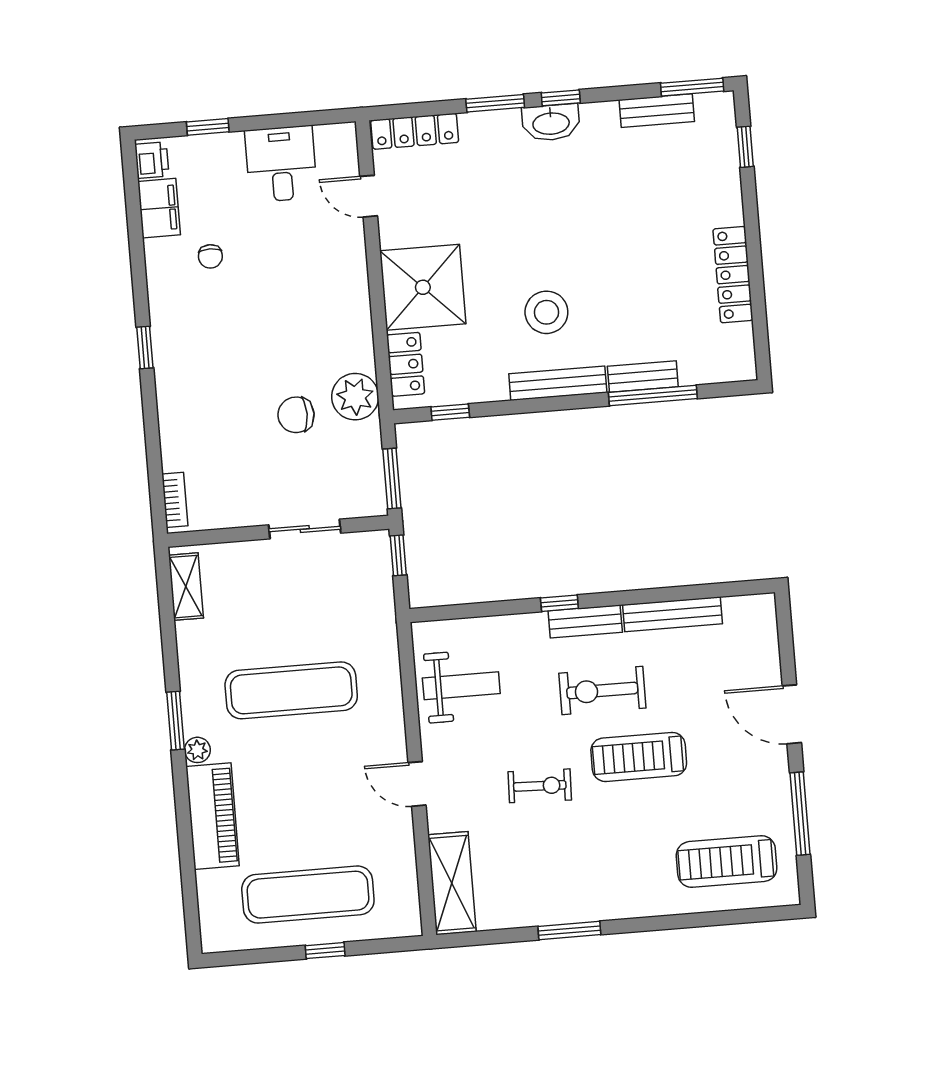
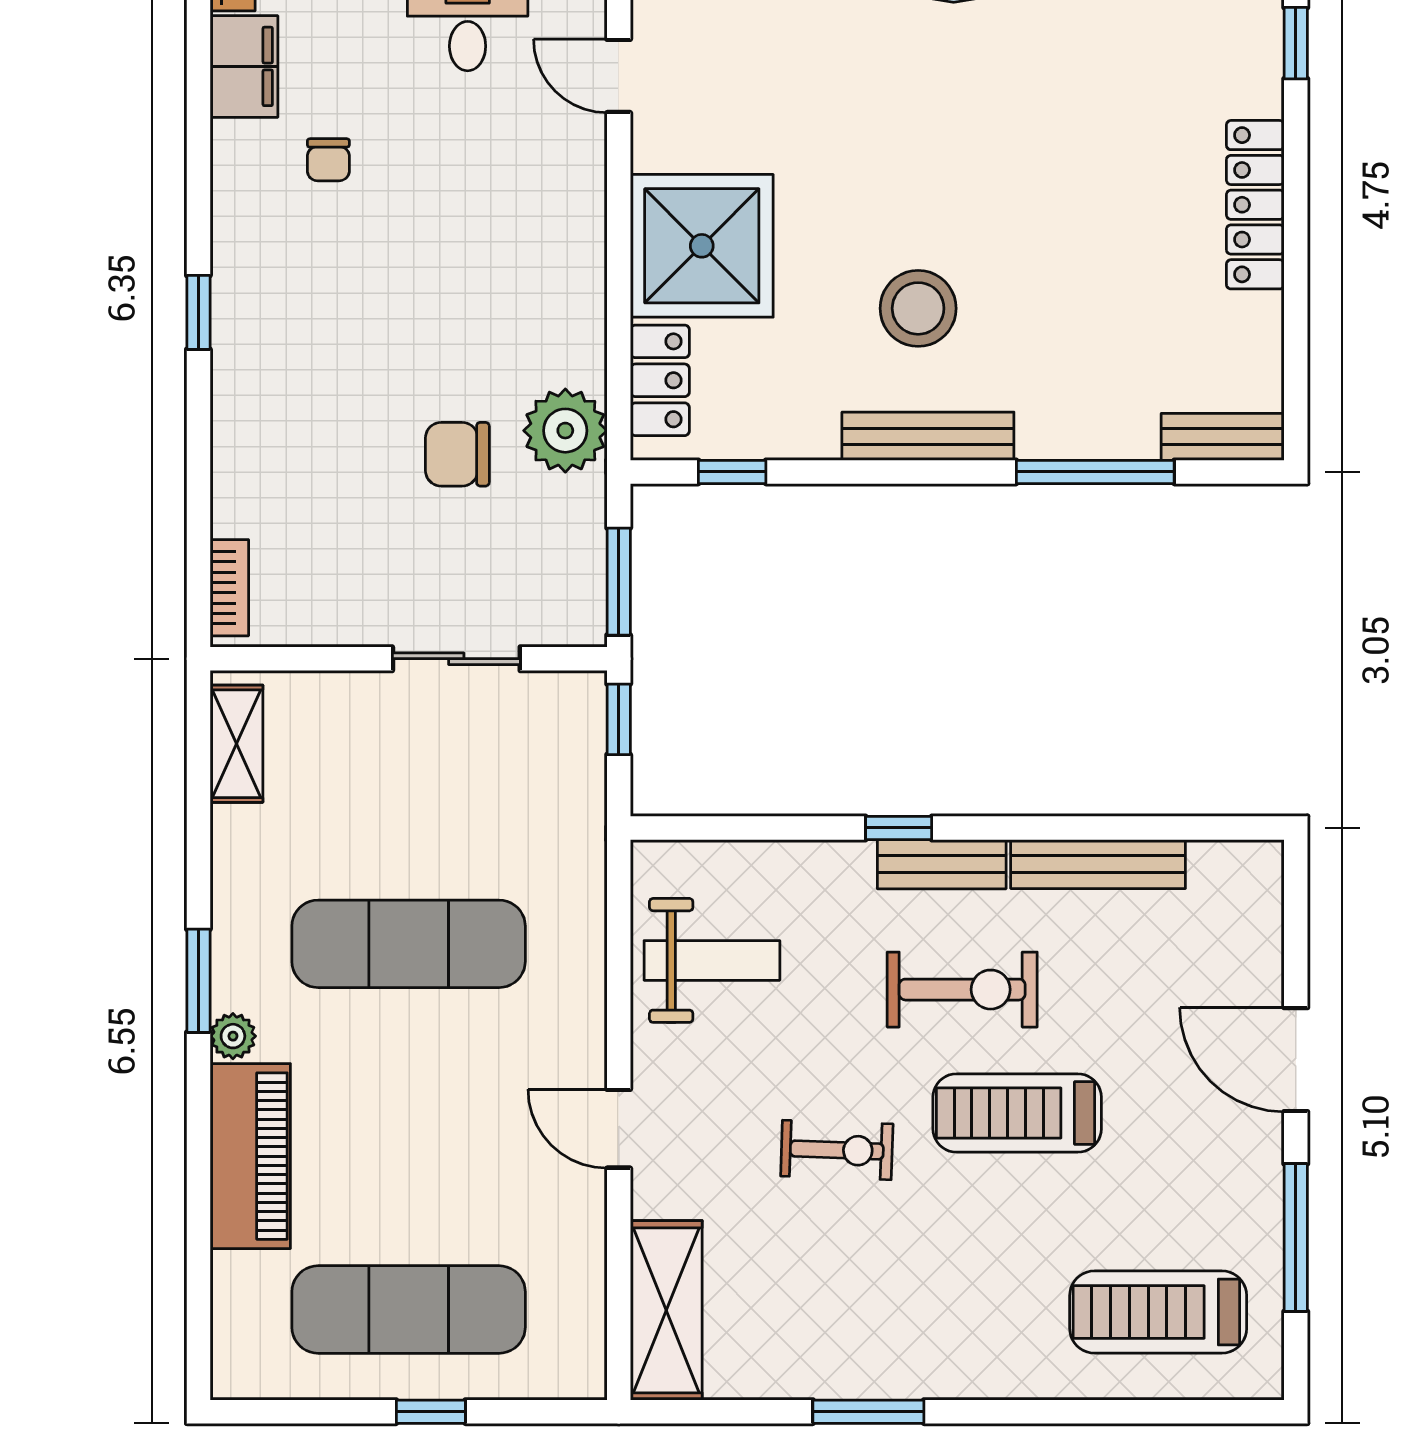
locker: (733, 275) -> (1255, 205), moved
bench: (643, 377) -> (1223, 437), moved
exercise bike: (602, 691) -> (962, 990), turned 180

